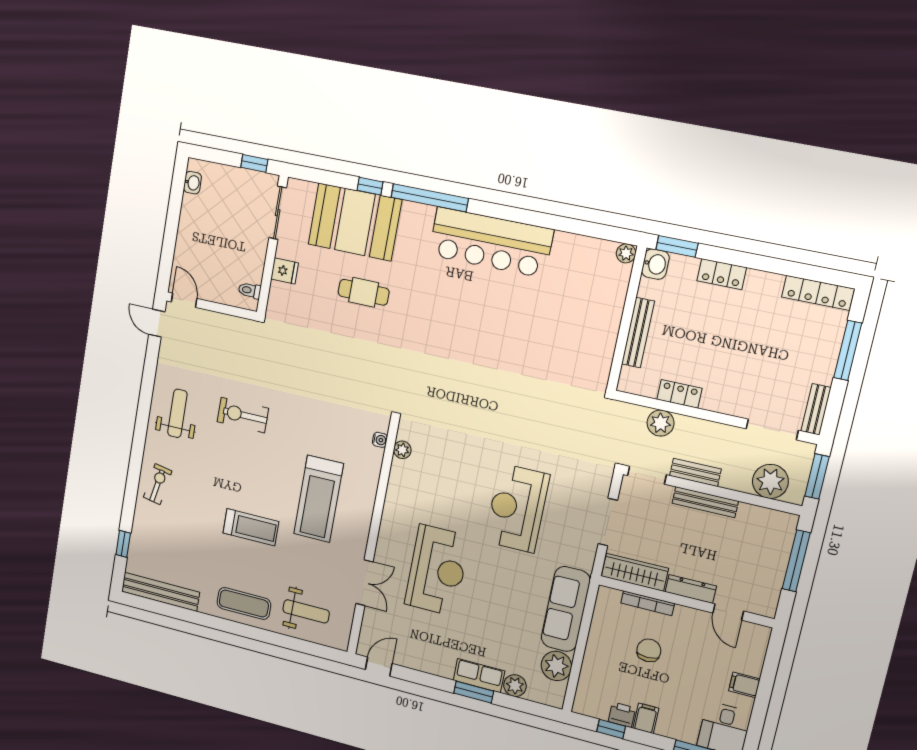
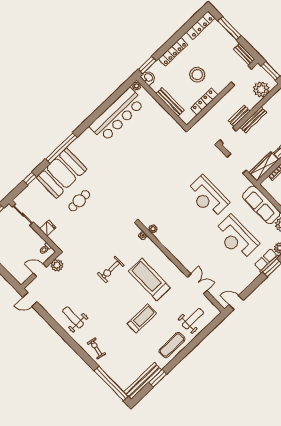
window: (370, 186) -> (30, 179), moved
booth: (355, 222) -> (61, 173), moved
bar counter: (491, 242) -> (117, 115), moved
locker: (722, 274) -> (173, 52), width x1.53
door: (184, 300) -> (40, 270), moved
stool: (720, 349) -> (197, 75), added
locker: (679, 394) -> (204, 102), width x1.53
exercise bike: (243, 415) -> (111, 270), moved
plant: (661, 423) -> (57, 265), moved
treadmill: (319, 499) -> (149, 279), turned 180
window: (123, 544) -> (111, 384), width x3.17
reception desk: (437, 570) -> (236, 238), moved, turned 180
window: (180, 613) -> (158, 378), added
door: (379, 667) -> (236, 302), hinge flipped

